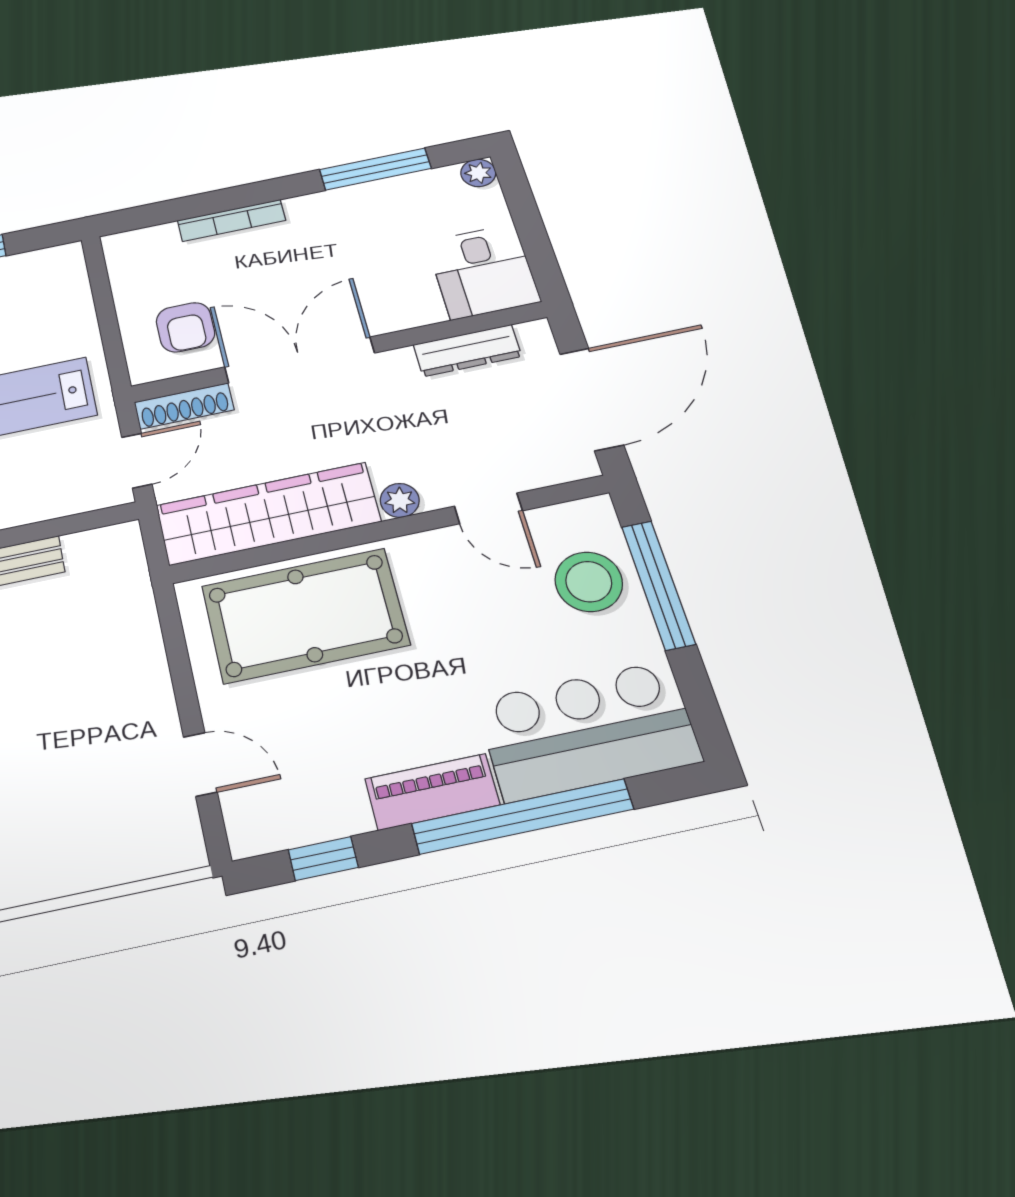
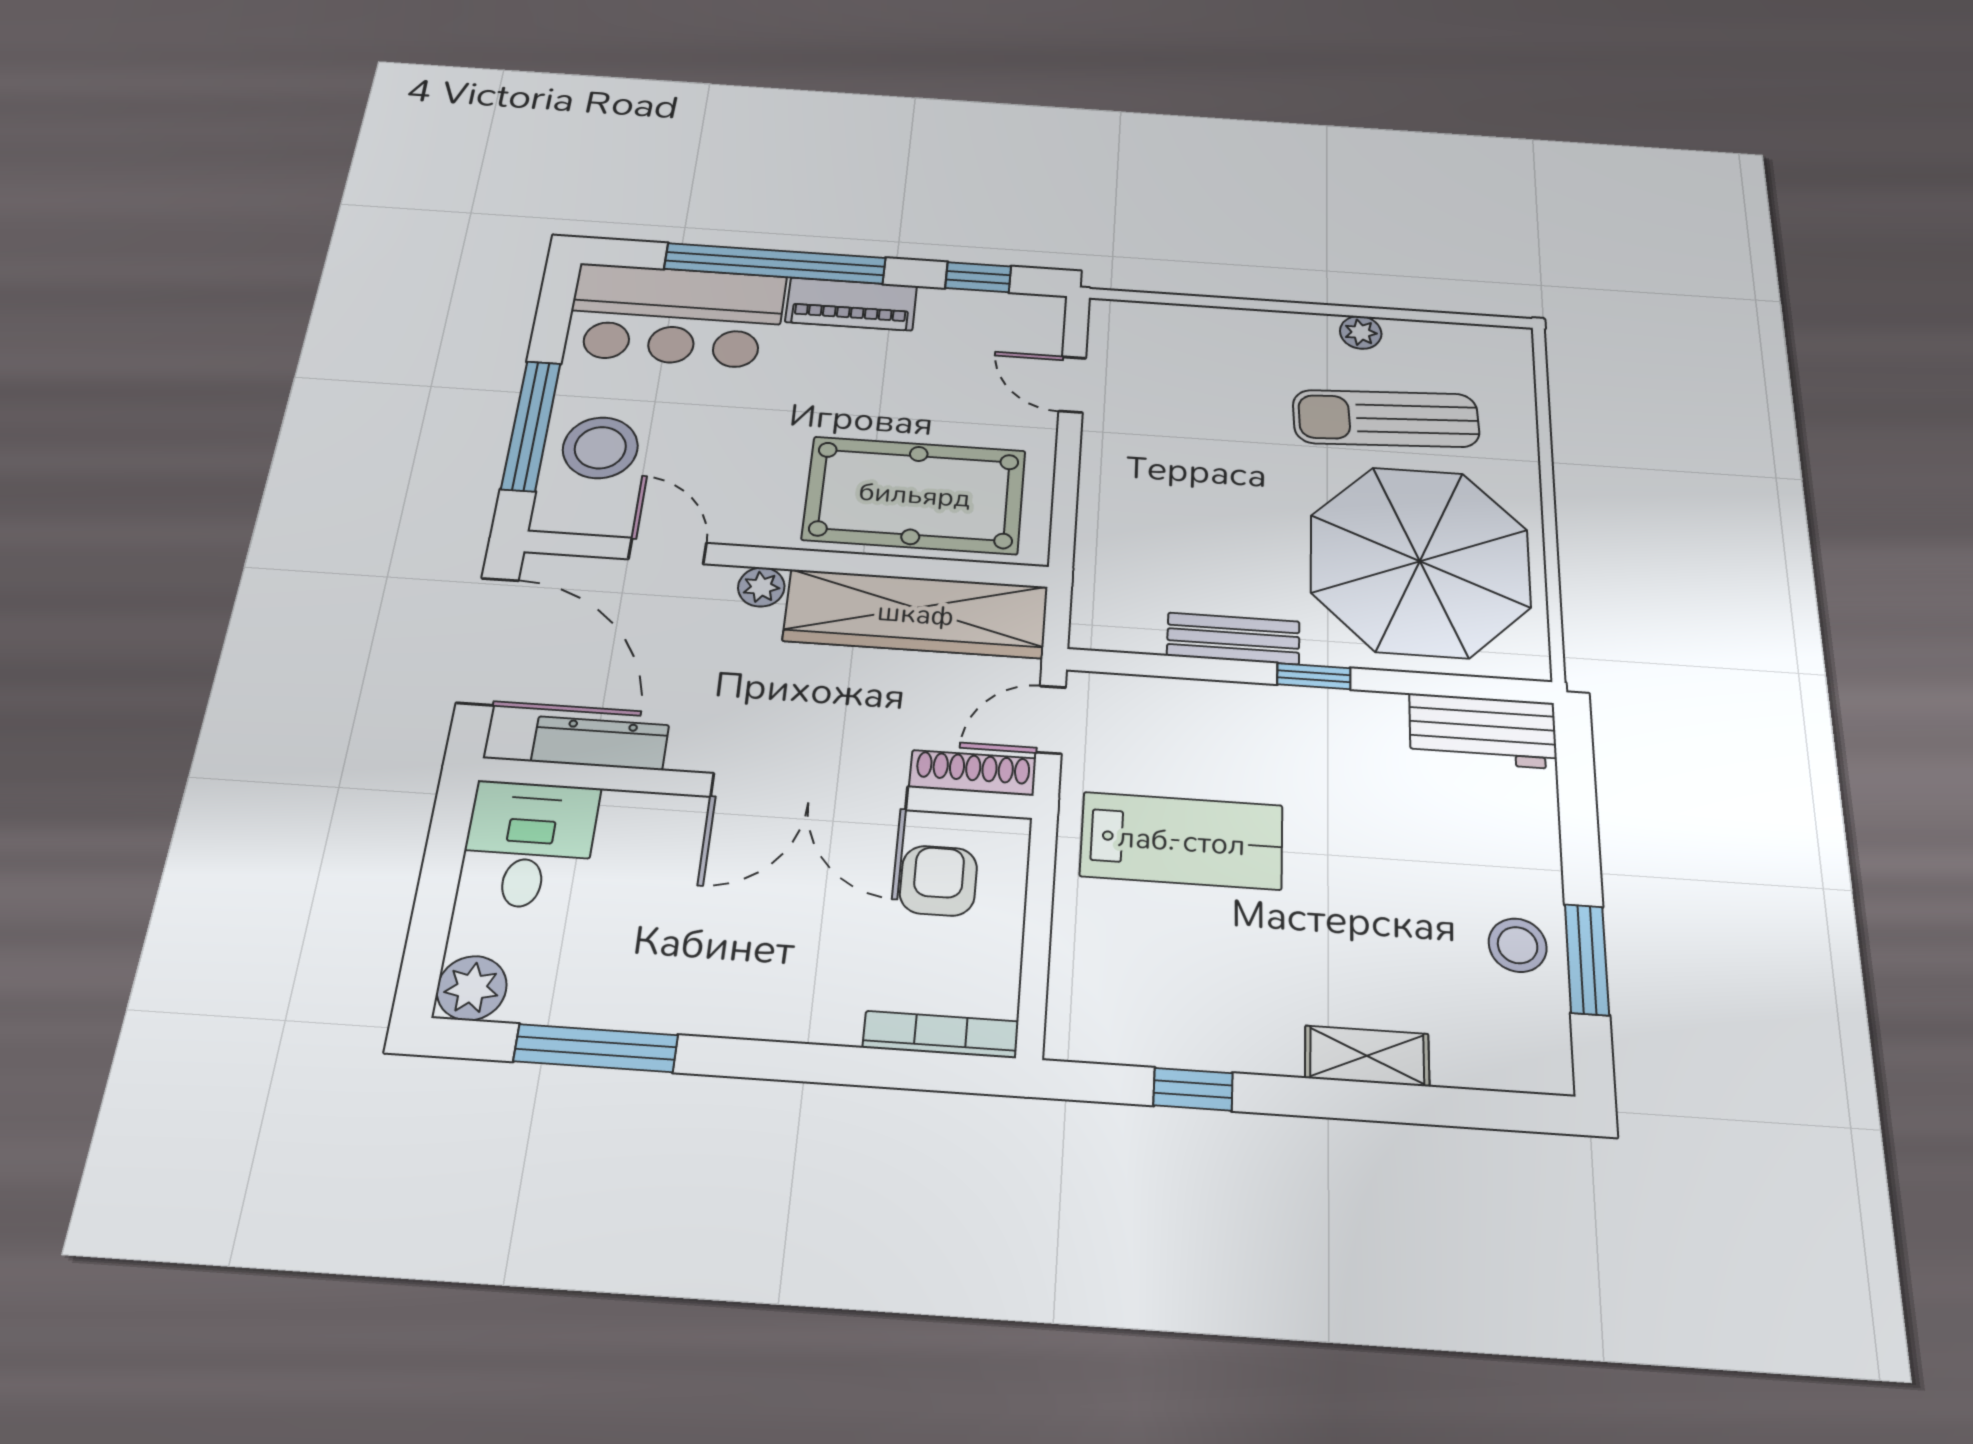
plant: (478, 173) -> (472, 988), width x1.38, depth x1.38
bookcase: (232, 220) -> (941, 1034), moved
door: (591, 399) -> (488, 641), swing flipped

